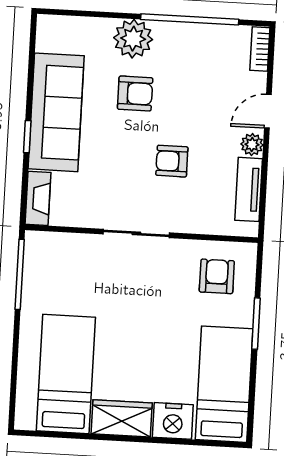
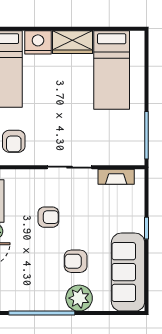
sofa: (56, 112) -> (128, 272), moved
fireplace: (38, 198) -> (116, 177), moved, turned -90

